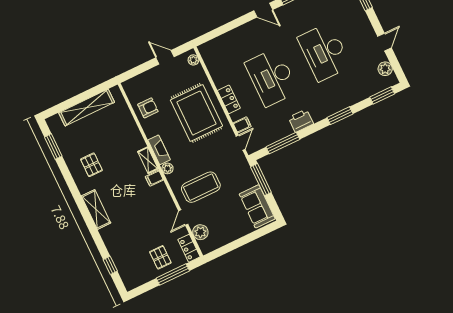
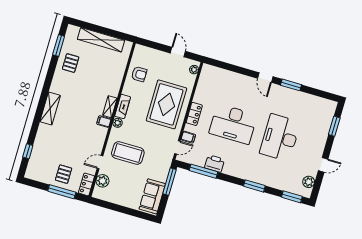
desk: (272, 77) -> (233, 124), turned -90
printer: (301, 121) -> (215, 164), moved
pallet: (91, 165) -> (71, 63), moved

